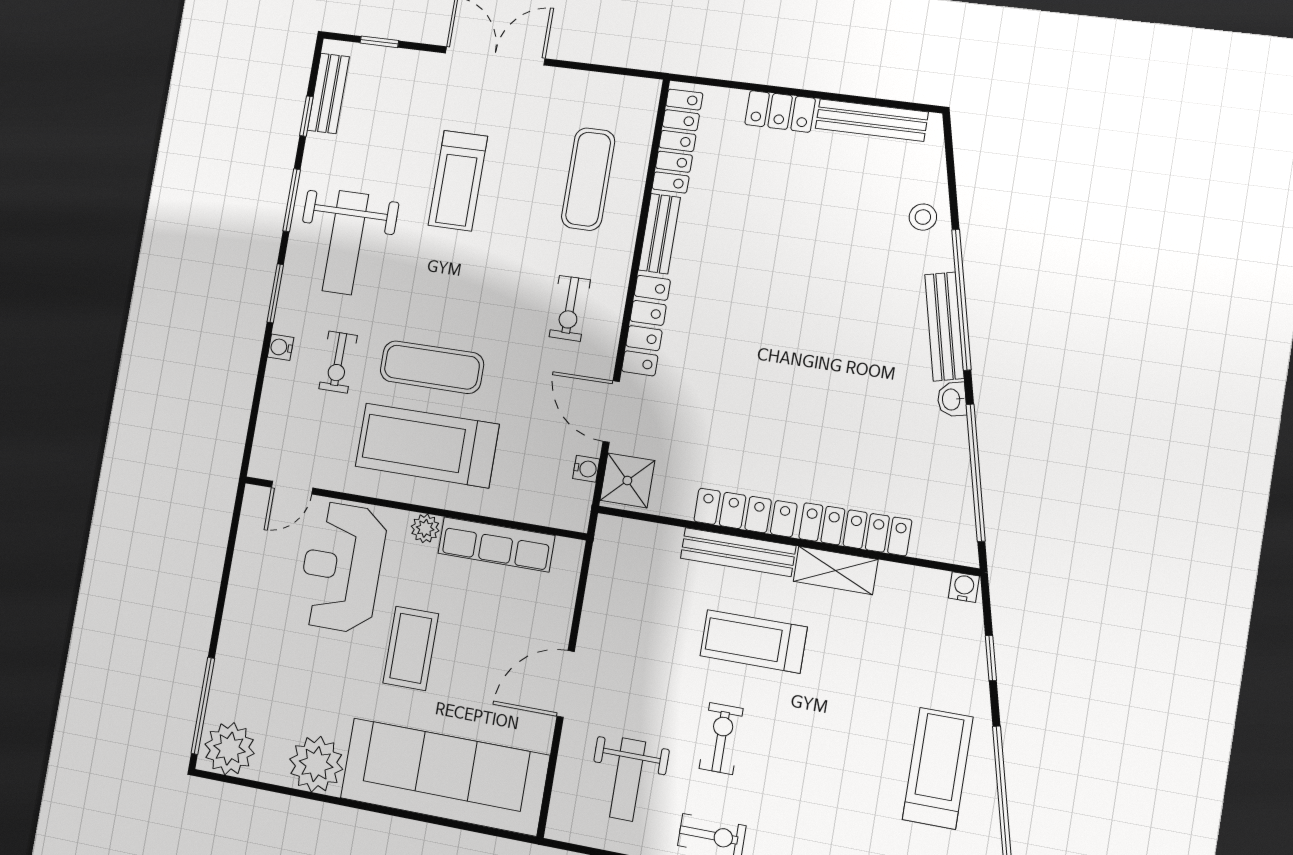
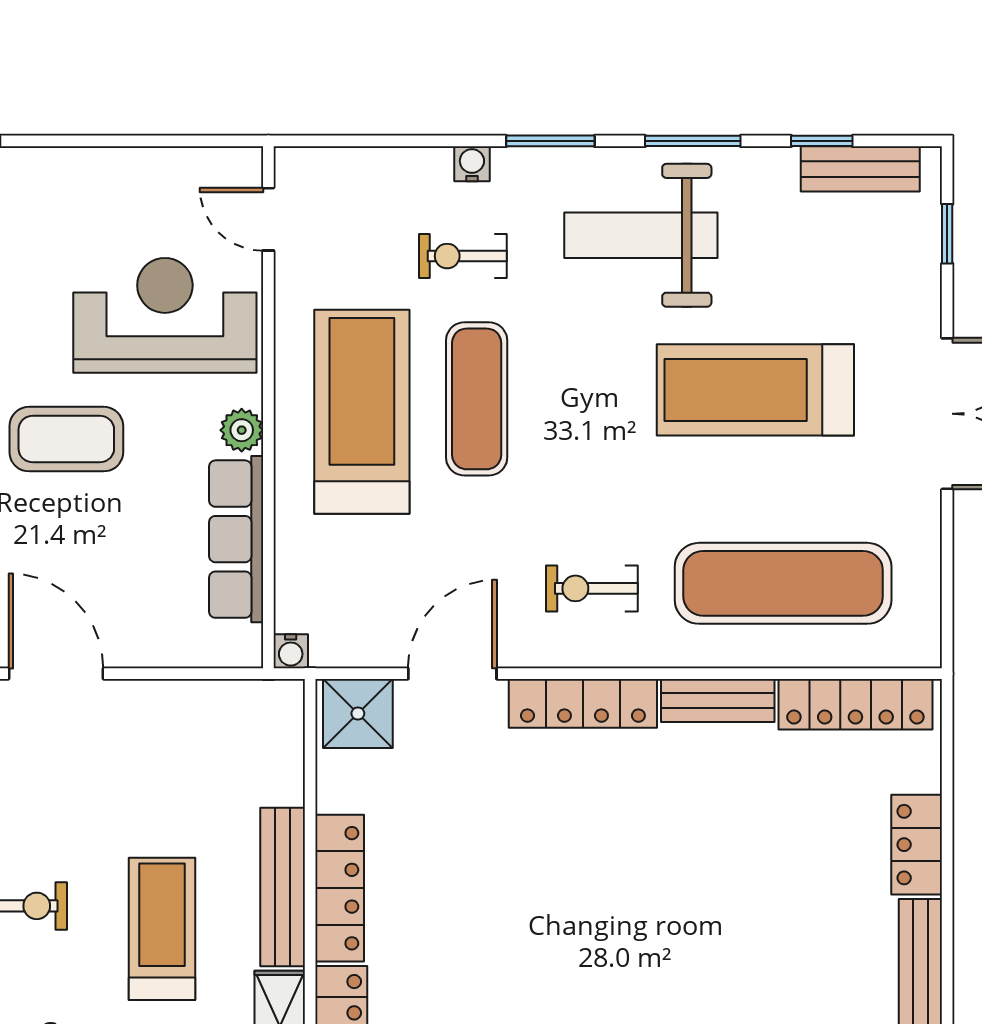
exercise mat: (588, 179) -> (783, 583), width x1.36, depth x1.45
treadmill: (458, 181) -> (755, 390), width x1.37, depth x1.38
water cooler: (586, 469) -> (291, 651), moved

